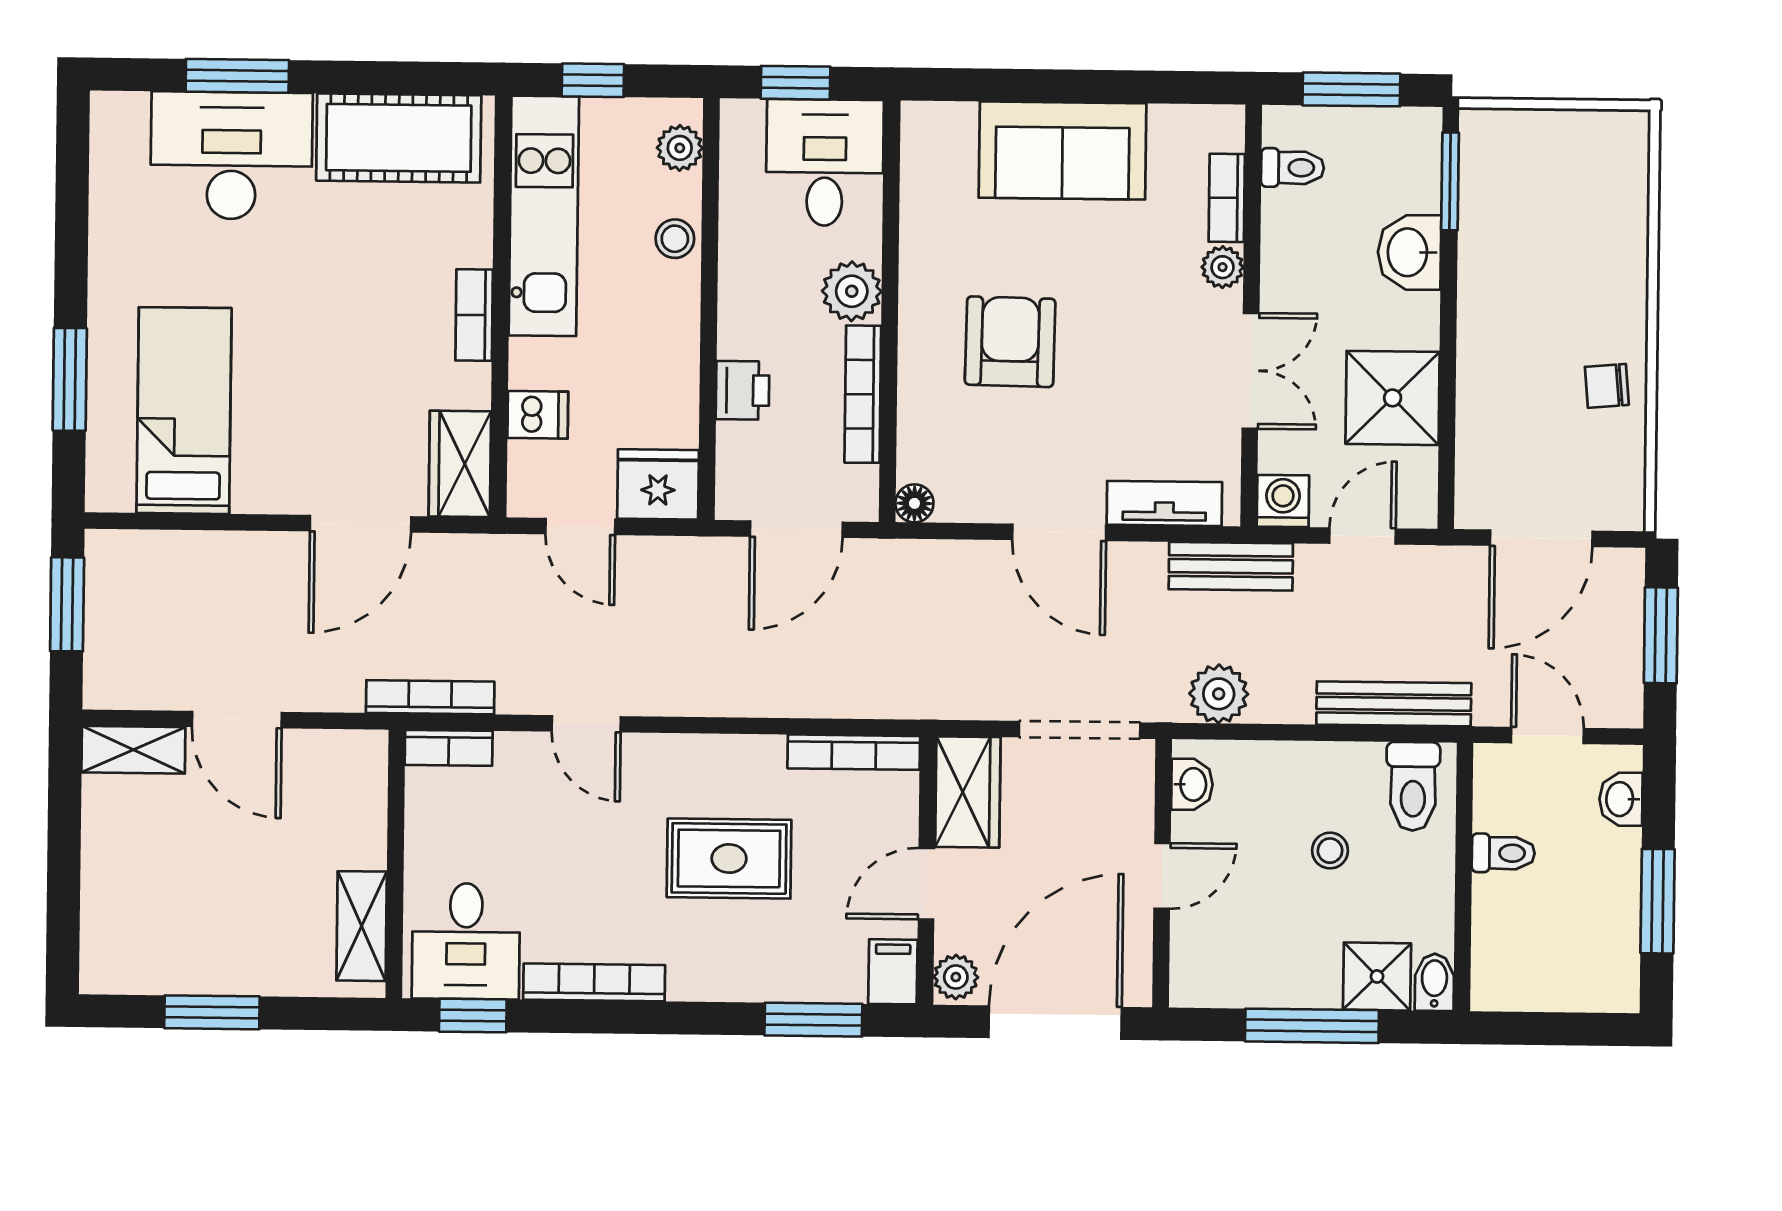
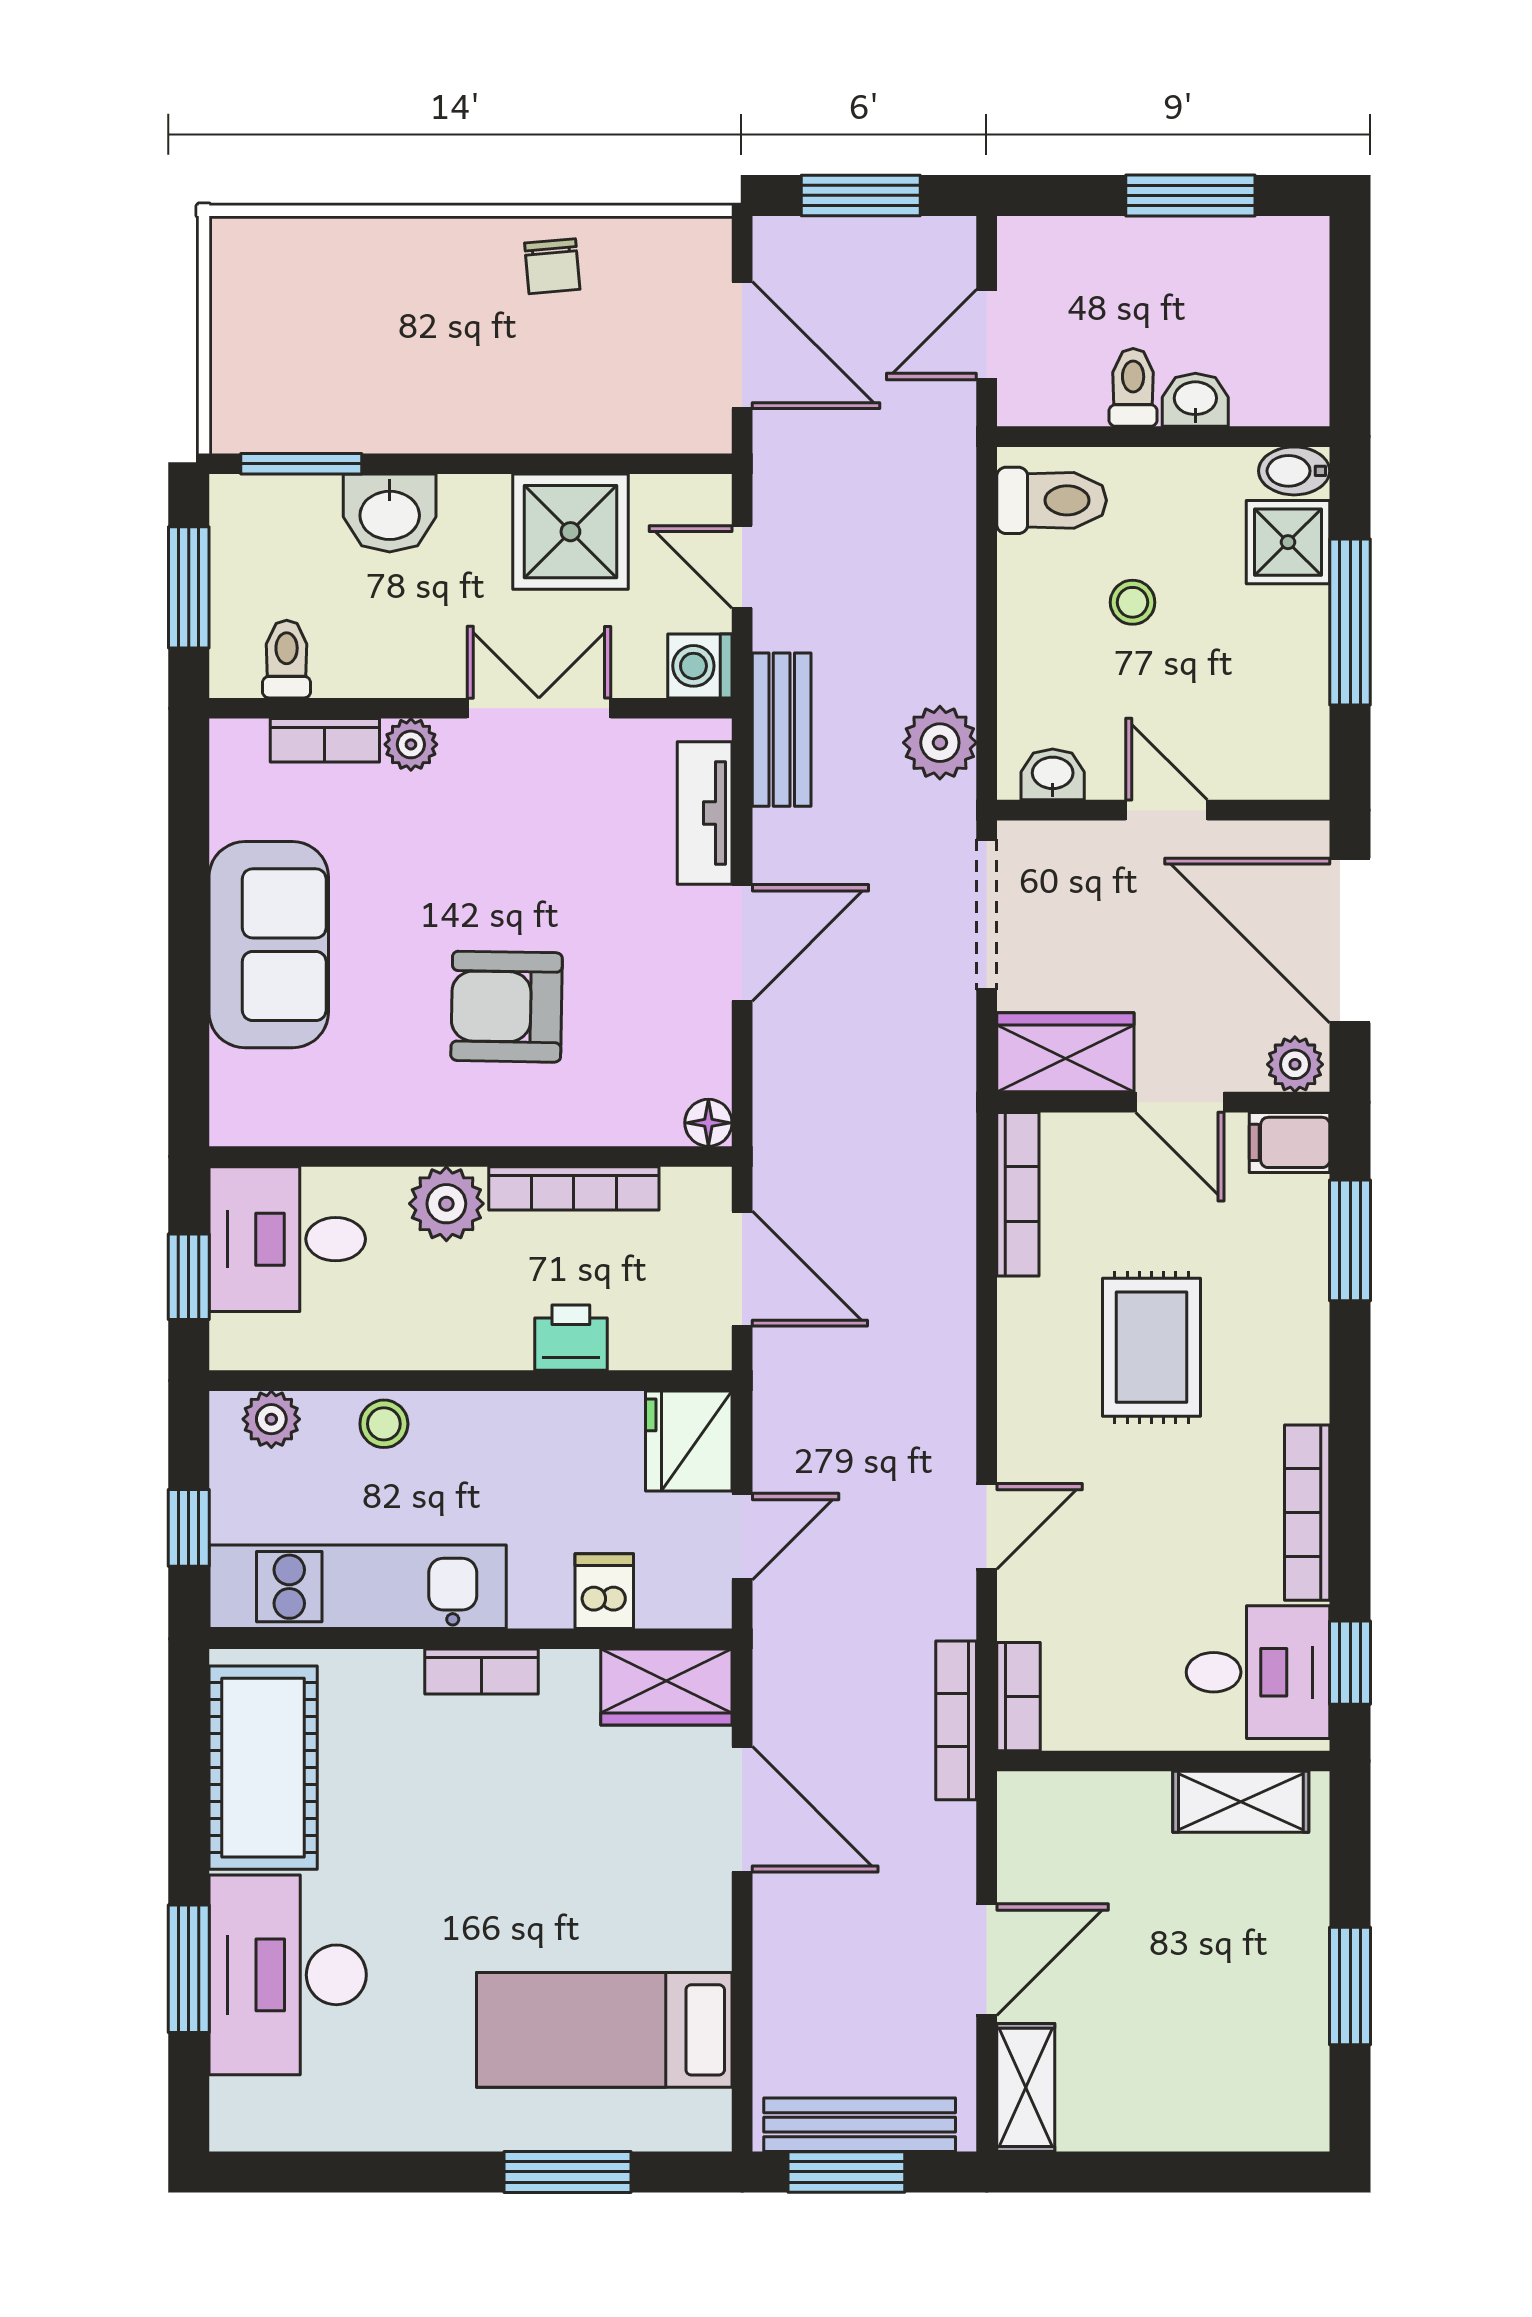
bench: (1394, 704) -> (860, 2125), moved, turned 90
washbasin: (1621, 799) -> (1195, 400), moved, turned 180

